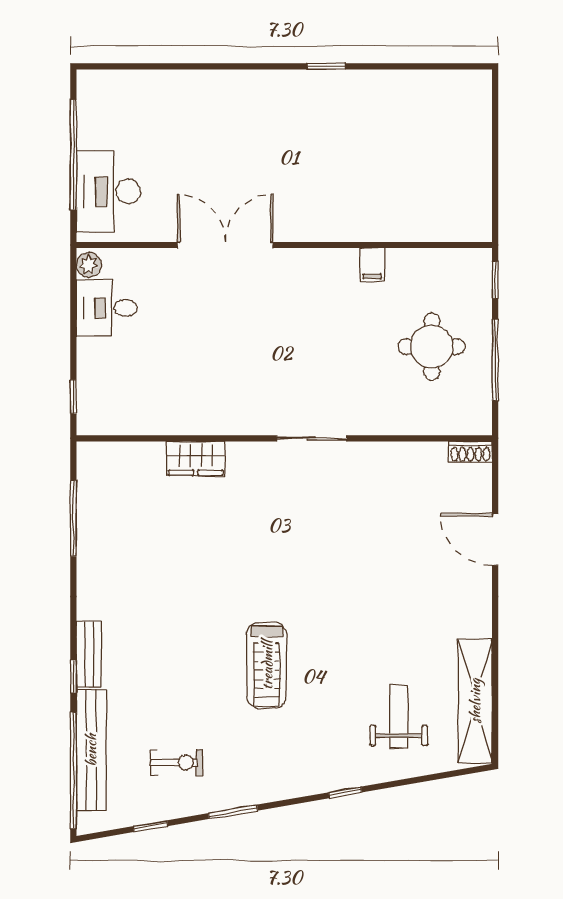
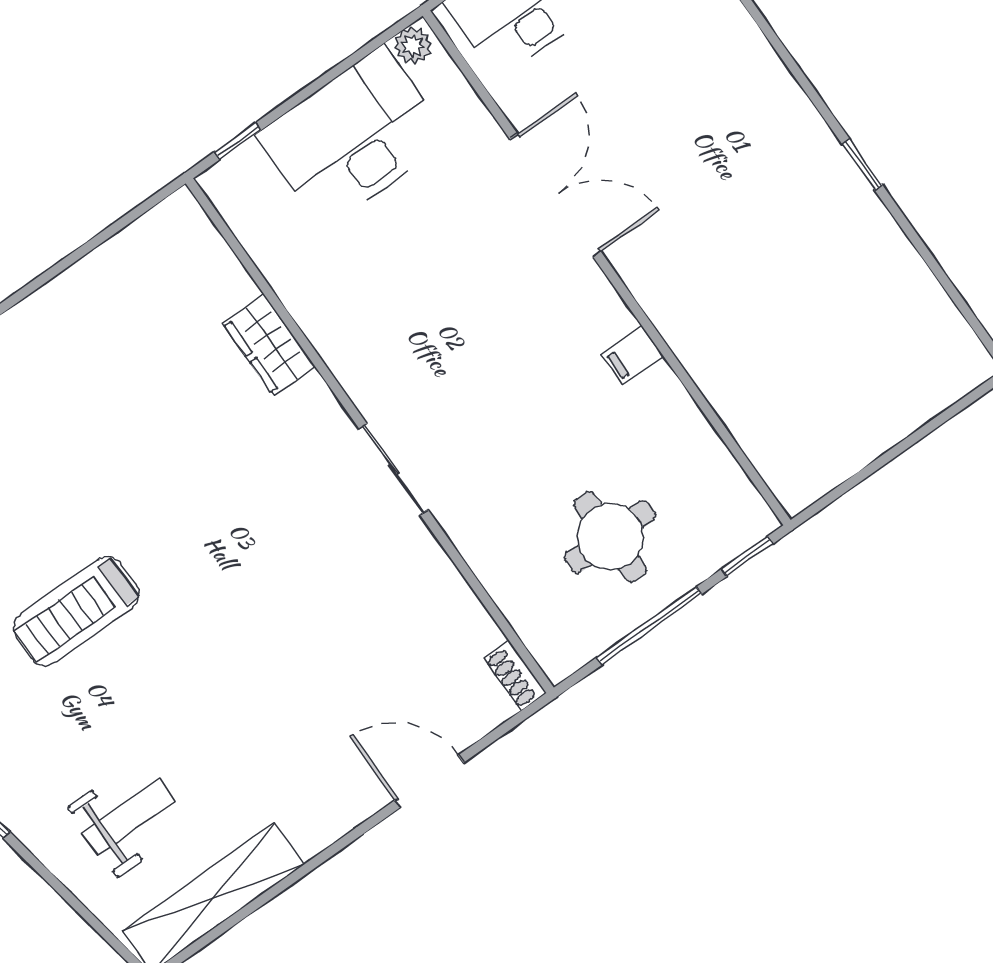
filing cabinet: (372, 265) -> (632, 355), moved
desk: (107, 308) -> (353, 138), width x1.87, depth x1.30
window: (73, 518) -> (89, 247), removed
door: (495, 539) -> (429, 782), hinge flipped

